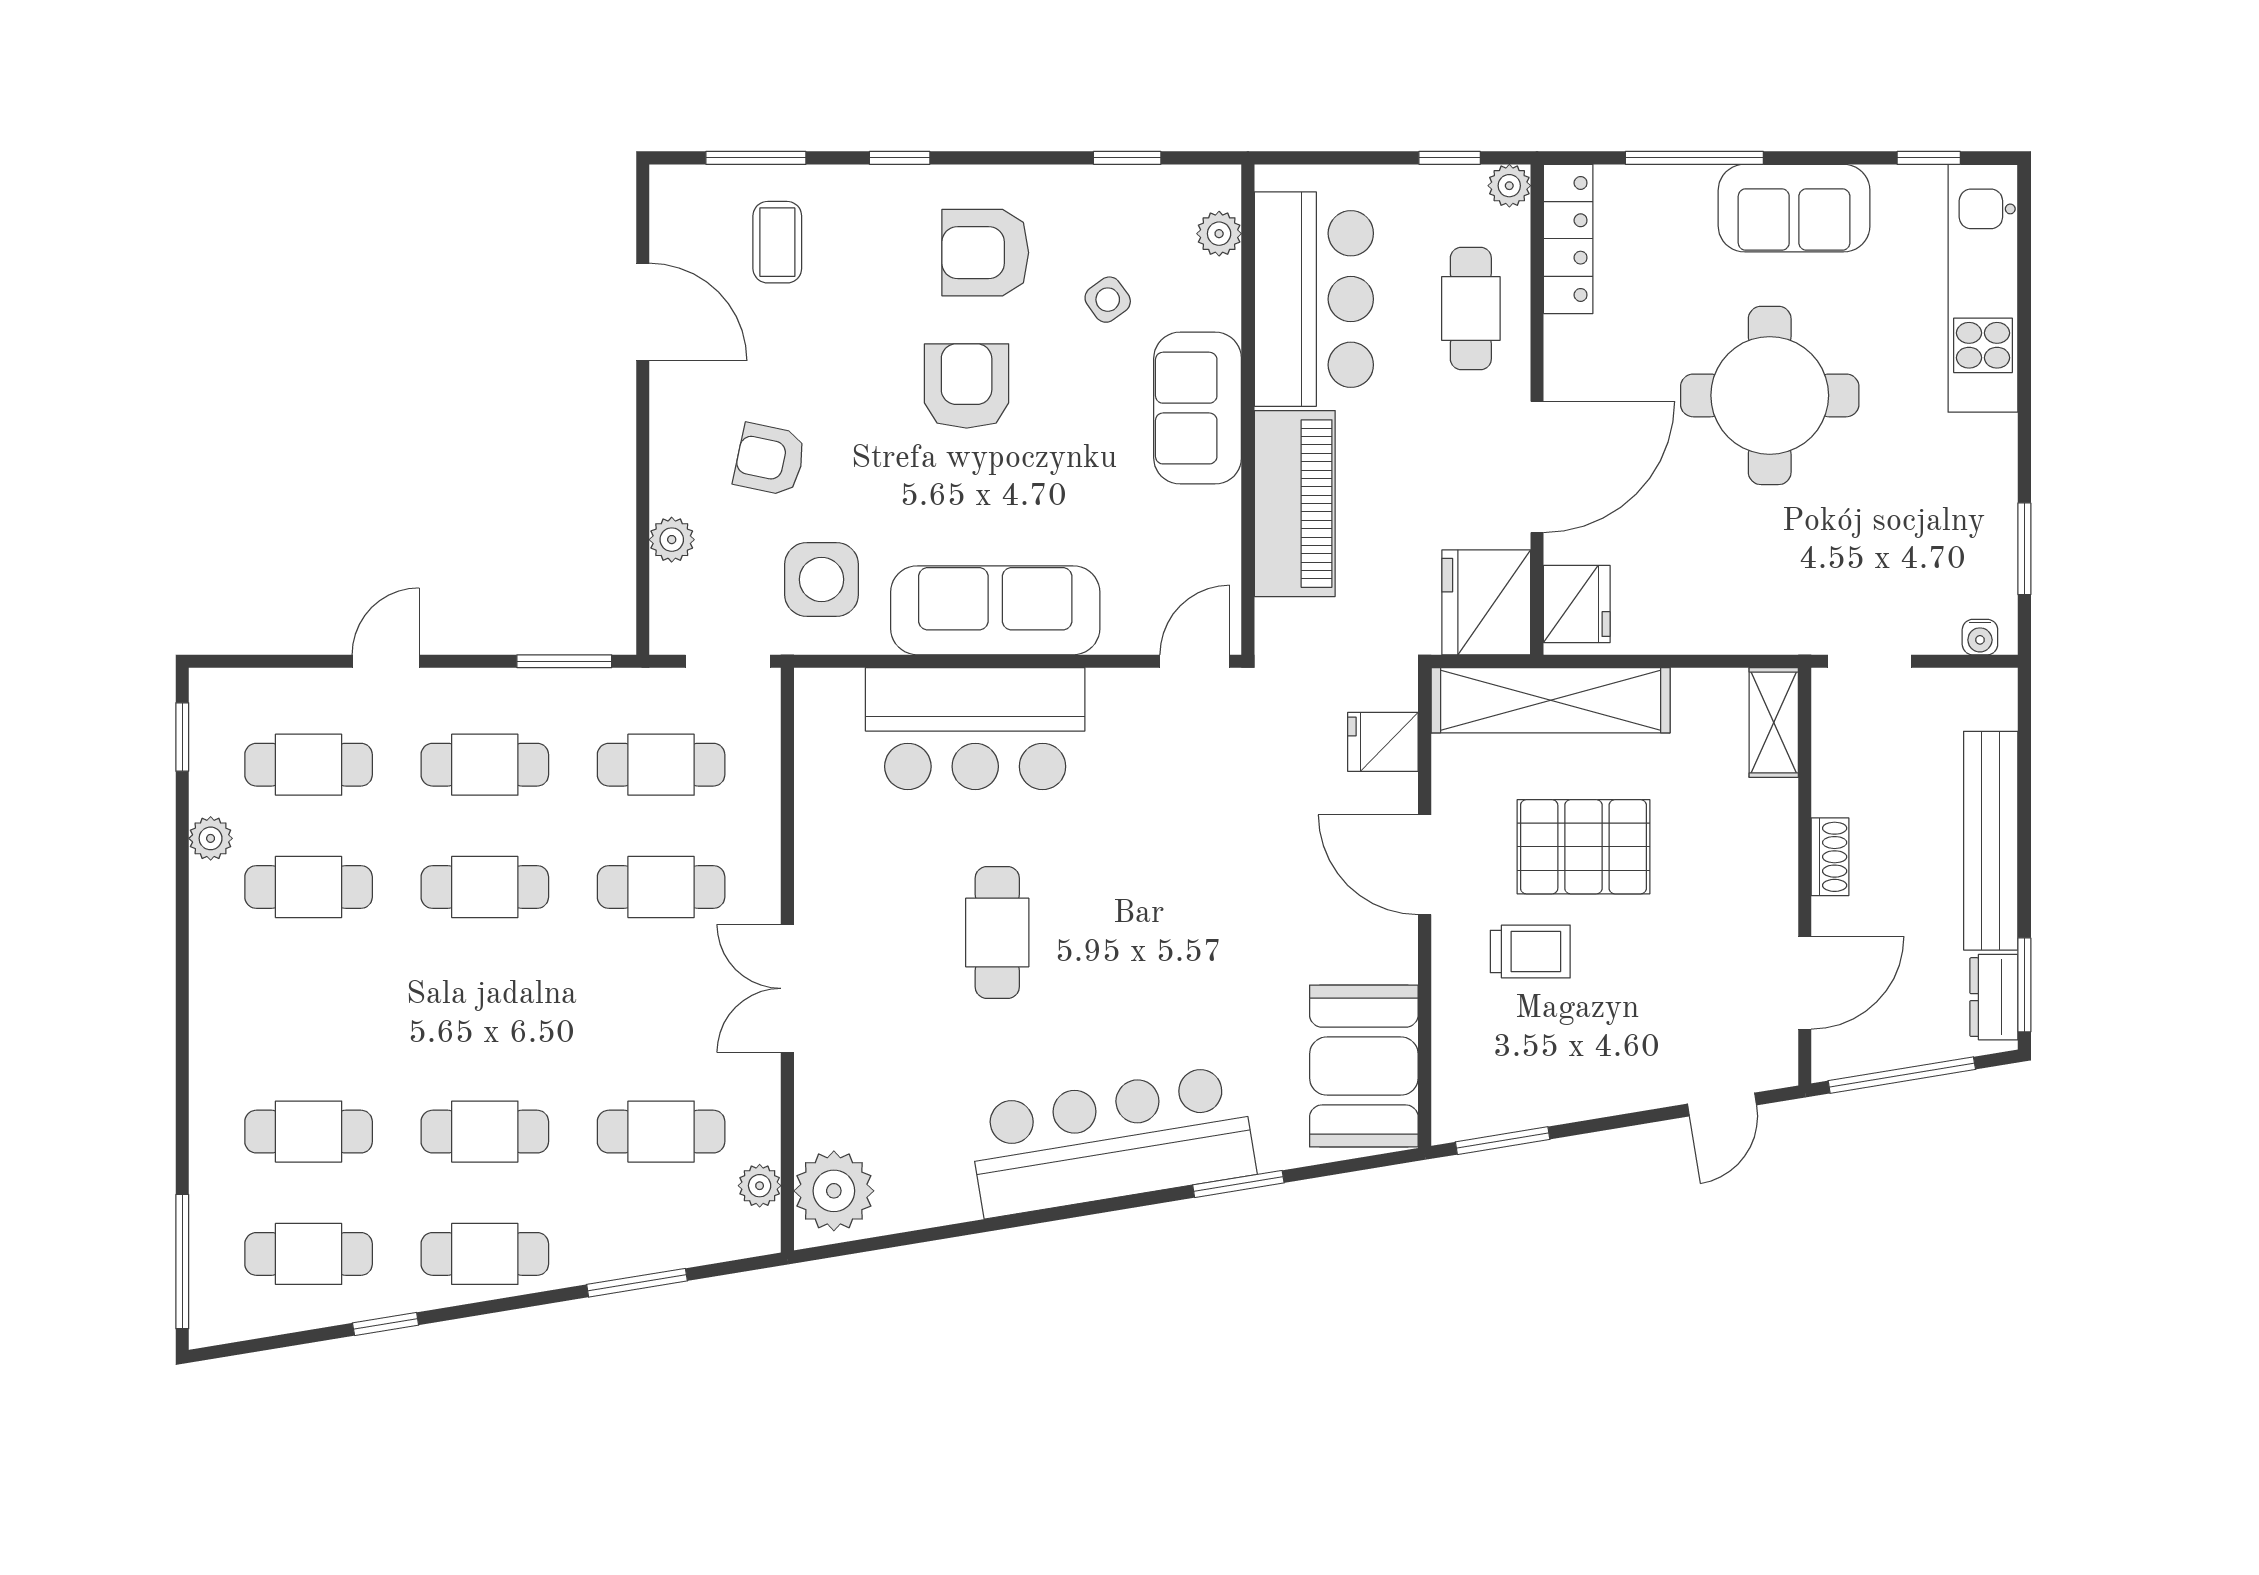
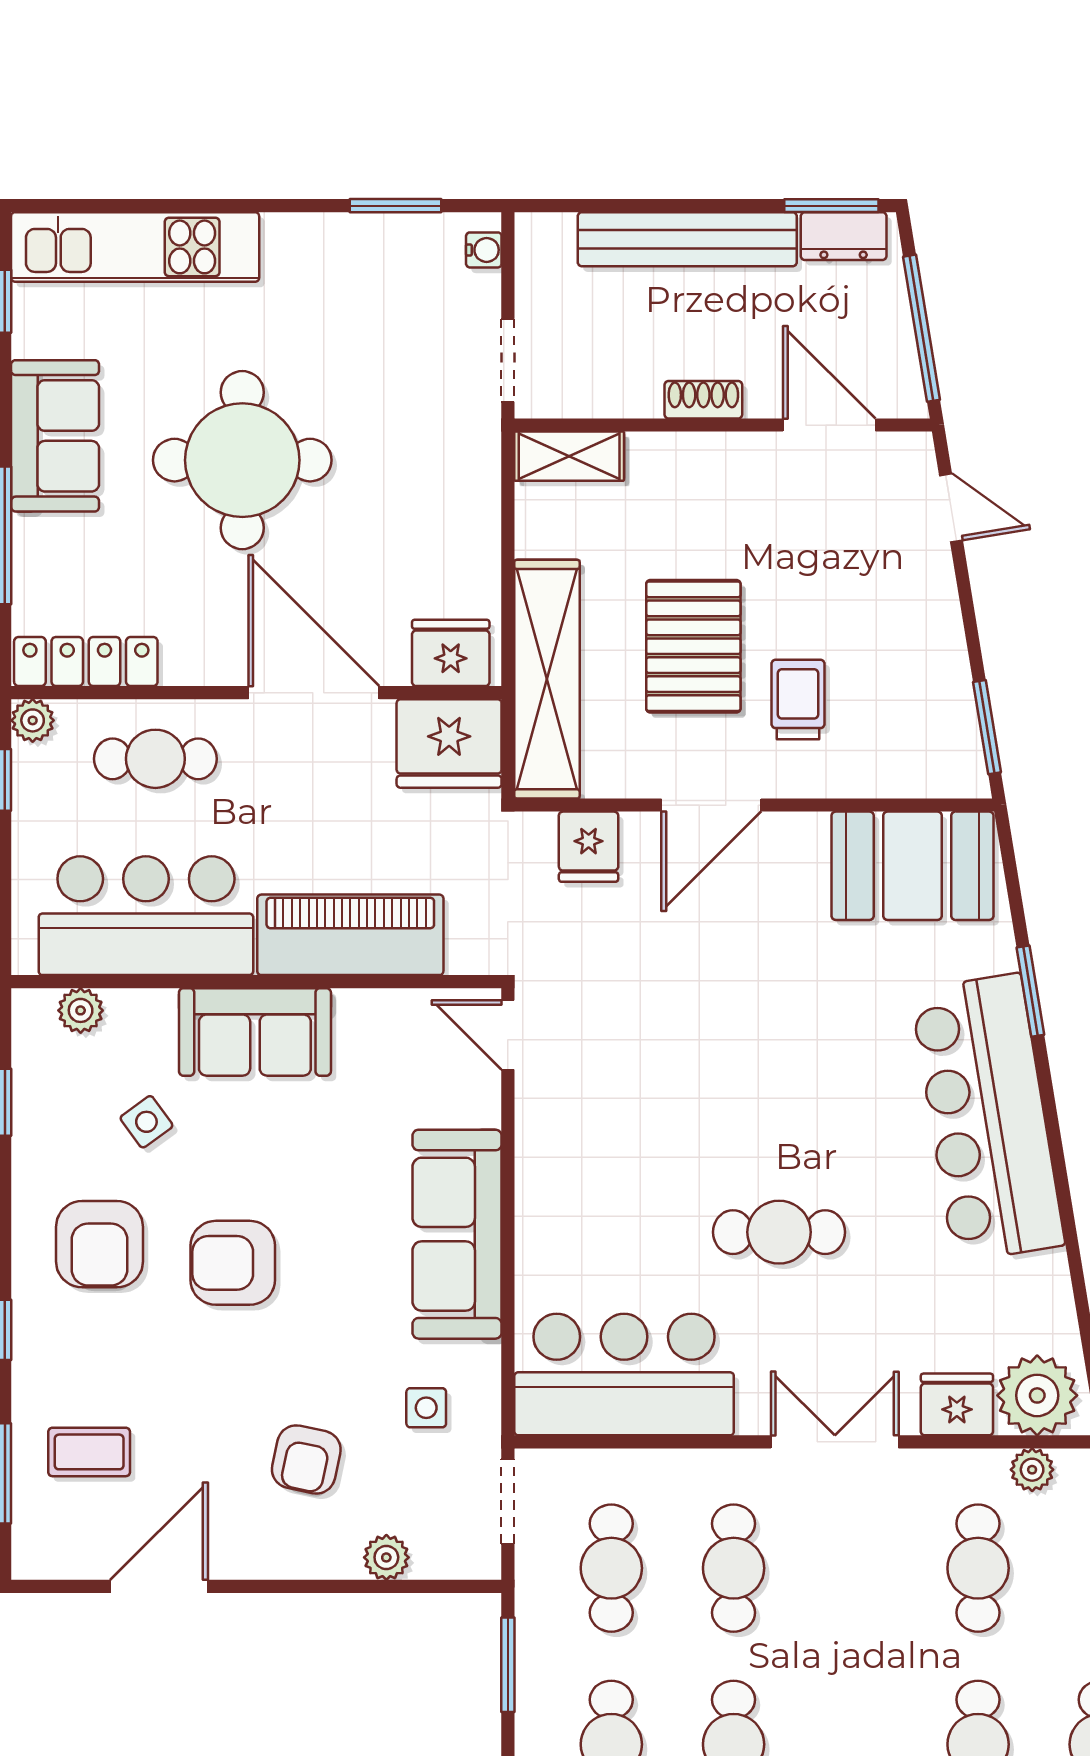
side table: (822, 579) -> (426, 1408), width x0.54, depth x0.54
bar counter: (975, 729) -> (624, 1375), moved, turned -90
double door: (787, 988) -> (835, 1442), swing flipped
fridge: (825, 1110) -> (957, 1404), added

